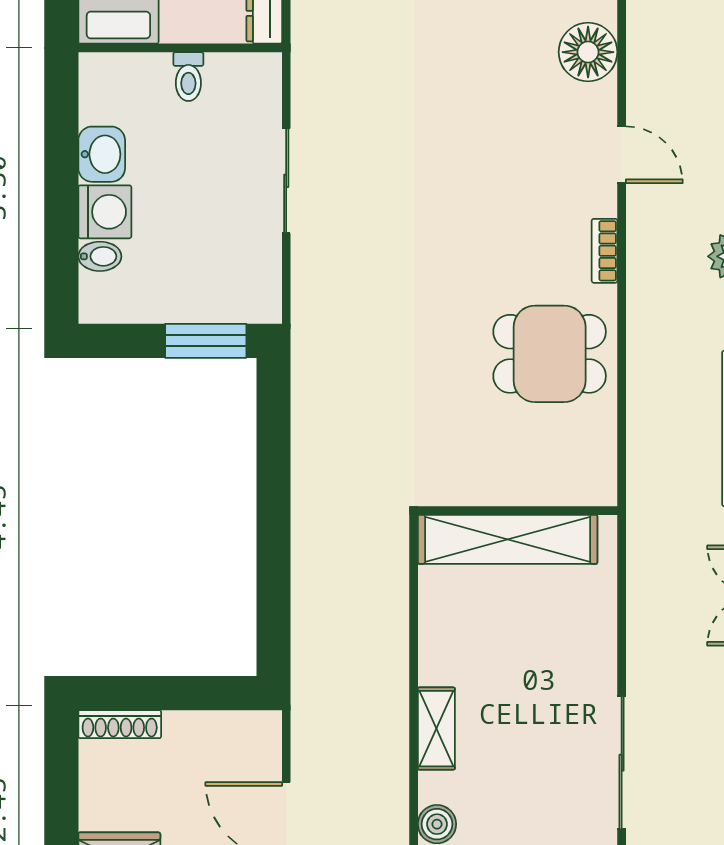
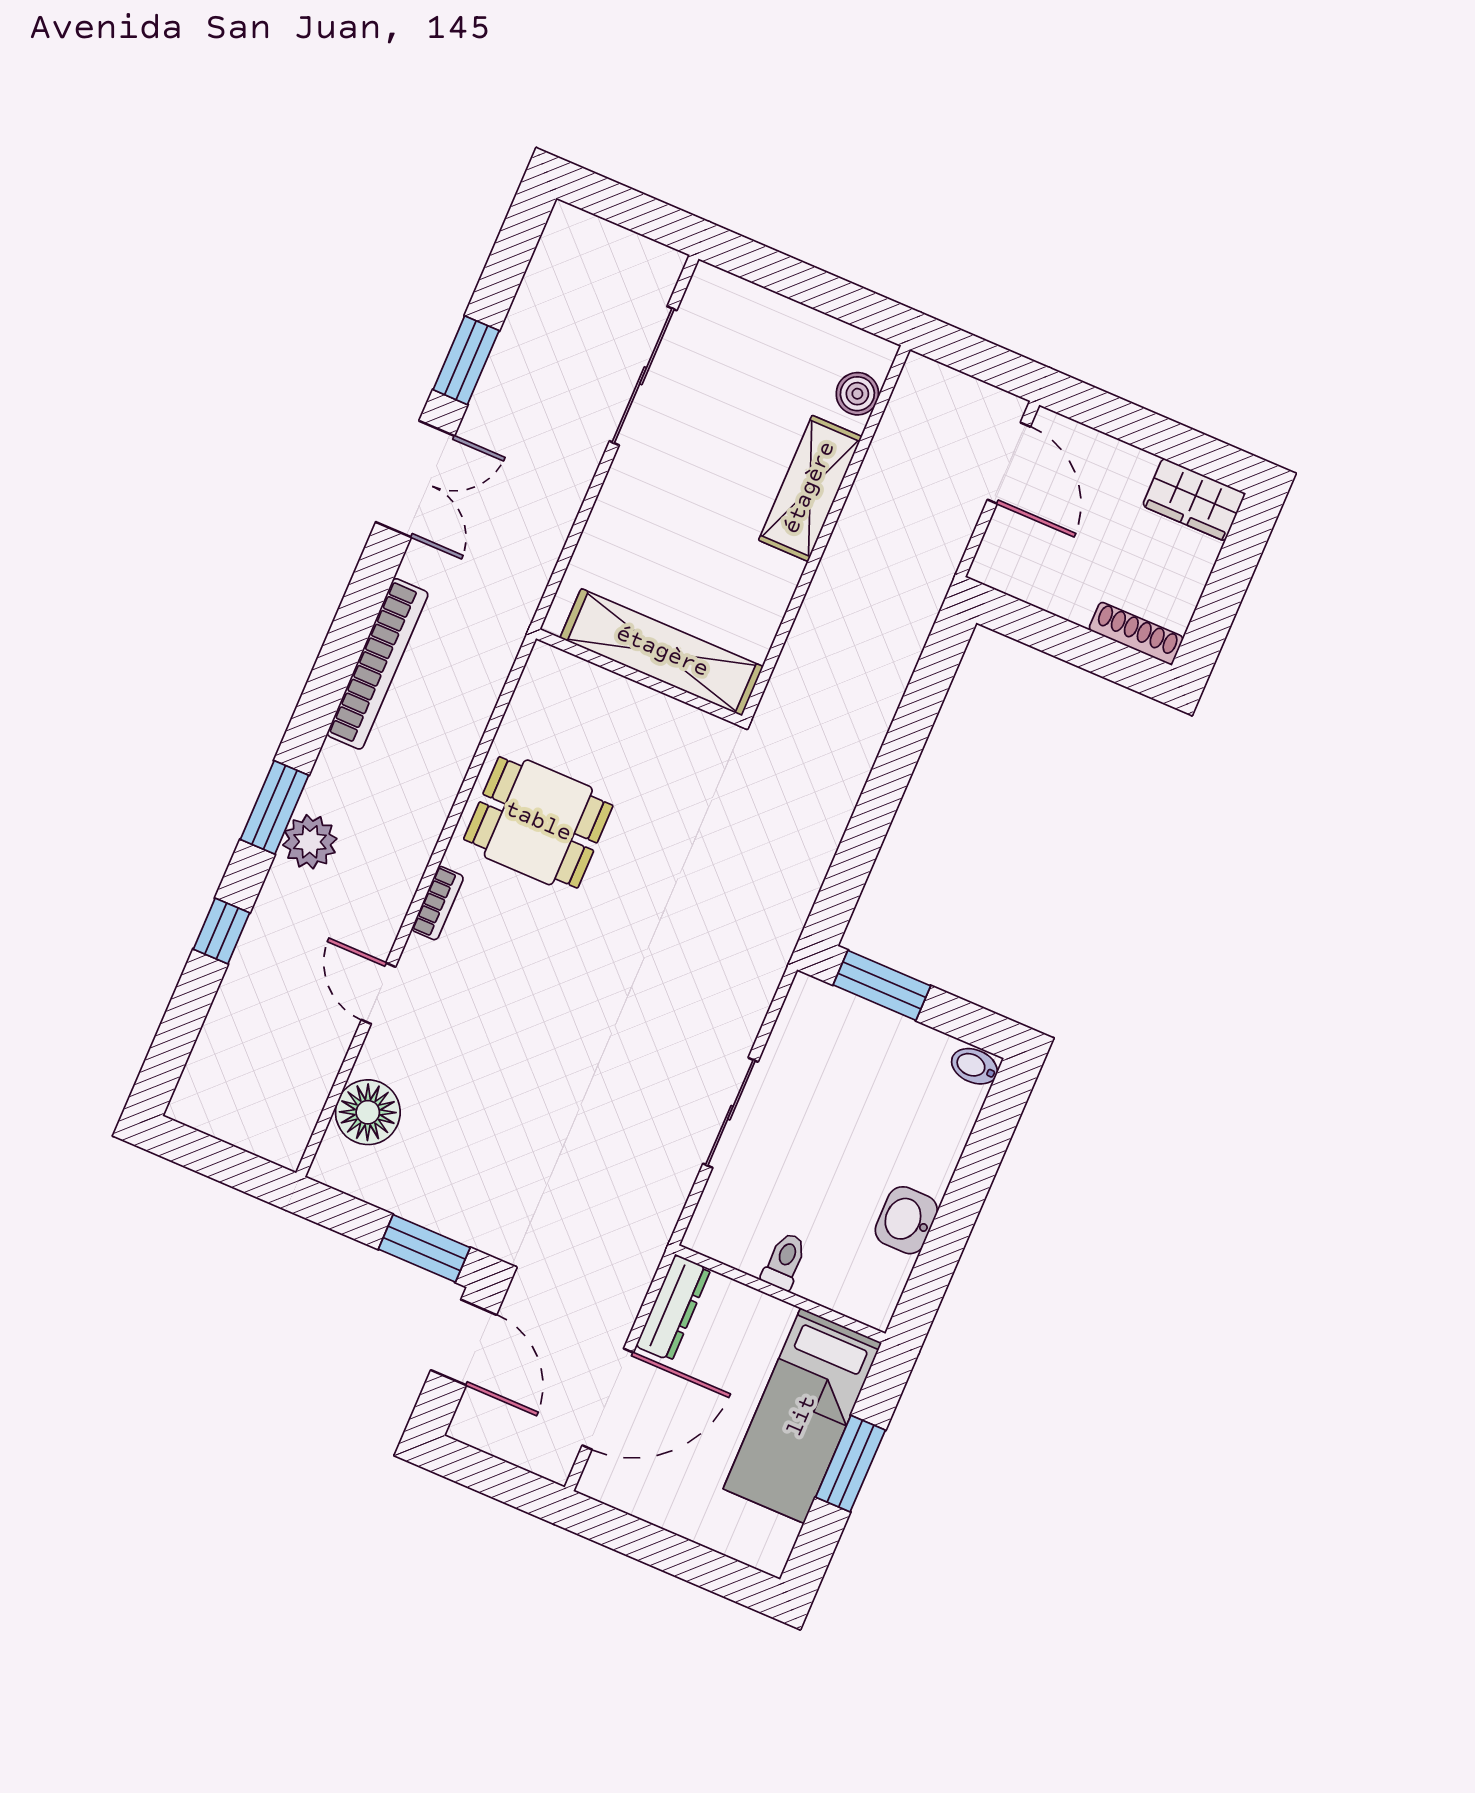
washing machine: (105, 212) -> (928, 1160), removed
bidet: (100, 256) -> (974, 1066), moved
shelving: (436, 729) -> (810, 488), width x1.50, depth x1.33

